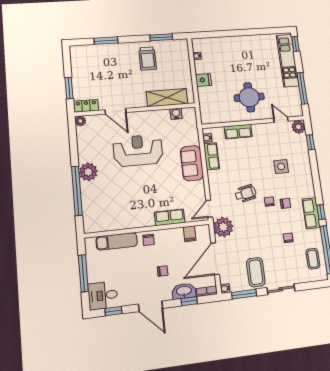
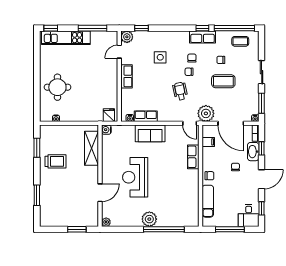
fridge: (203, 80) -> (109, 115), moved
round table: (249, 97) -> (57, 87), moved
locker: (86, 106) -> (93, 216), removed
water cooler: (176, 114) -> (106, 130), moved
row of seats: (238, 132) -> (126, 76), moved
coffee table: (256, 272) -> (223, 81), moved

